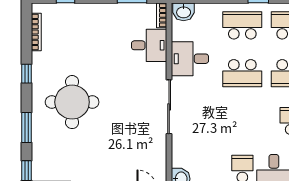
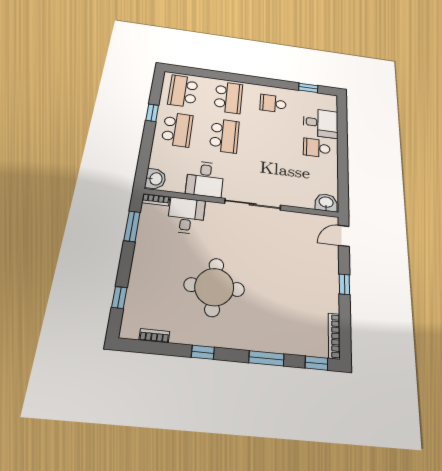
school desk: (242, 25) -> (177, 130), turned 180
bookcase: (36, 32) -> (154, 336), width x0.64
round table: (72, 102) -> (214, 287), moved

